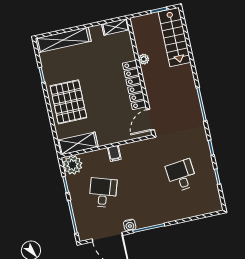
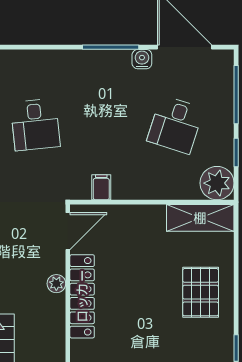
plant: (144, 59) -> (56, 284), moved
pallet: (68, 102) -> (201, 292), width x0.73, depth x0.71
filing cabinet: (114, 153) -> (101, 187), moved

